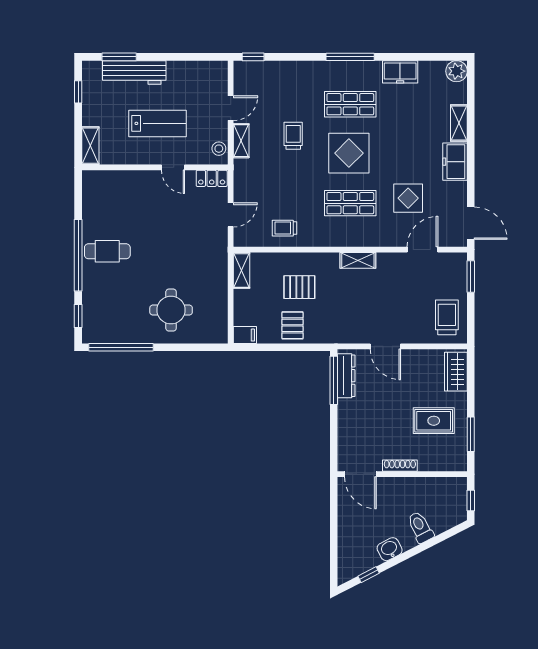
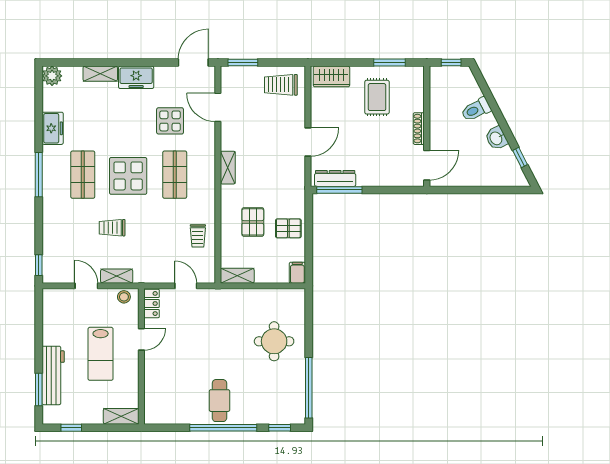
lab bench: (158, 123) -> (101, 354), turned 180

